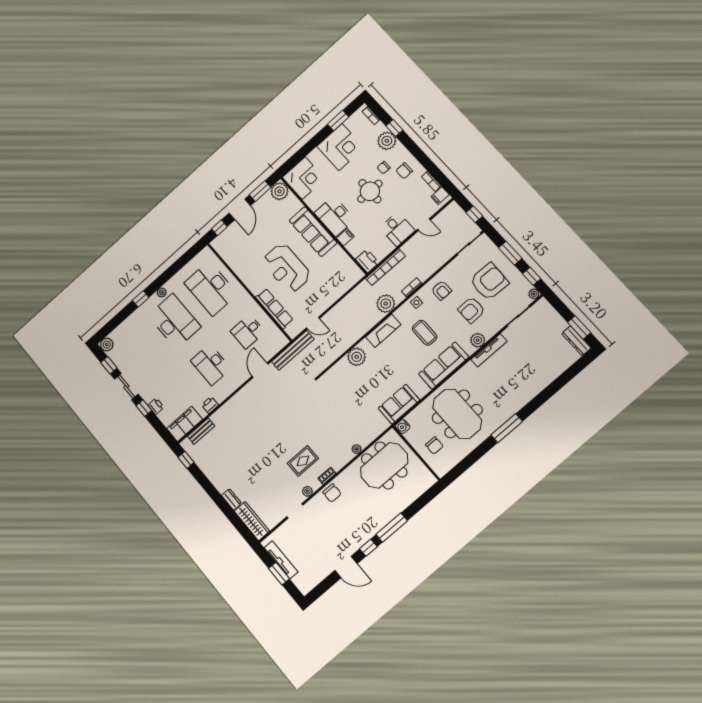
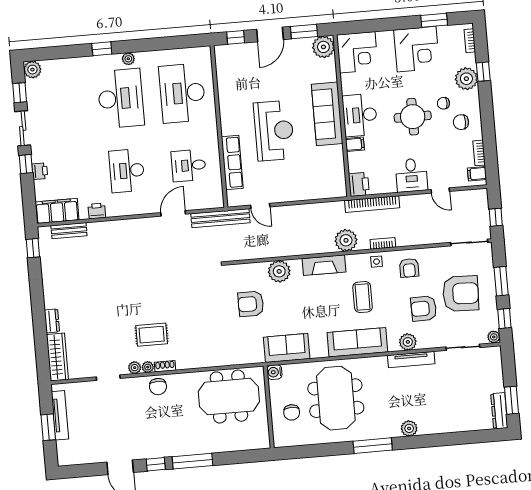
reception desk: (287, 268) -> (274, 131), turned 180
armchair: (354, 392) -> (251, 304), added
plant: (523, 398) -> (409, 428), added
plant: (357, 449) -> (148, 367), moved

